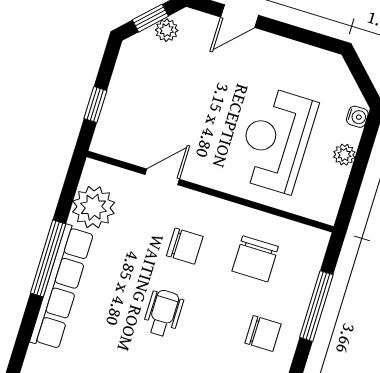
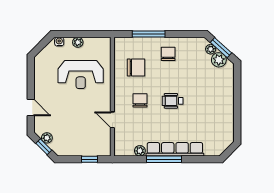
plant: (94, 207) -> (140, 151), width x0.53, depth x0.53

